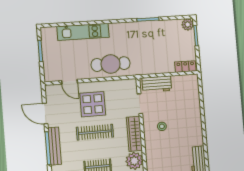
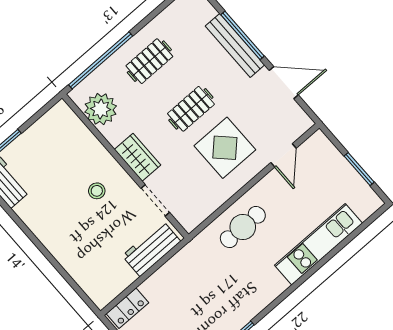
cafe table: (111, 64) -> (243, 227), width x0.73, depth x0.74
door: (69, 82) -> (284, 155), swing flipped
clothes rail: (95, 132) -> (191, 109), width x0.73
wardrobe: (134, 134) -> (138, 157), width x0.67

